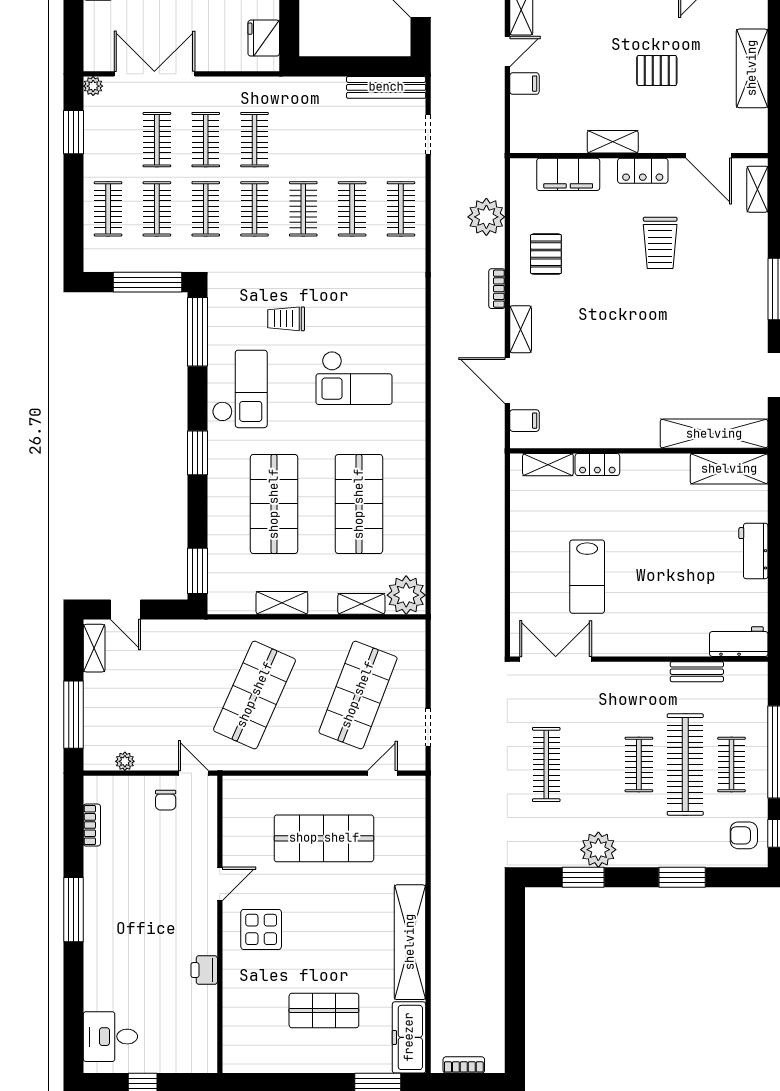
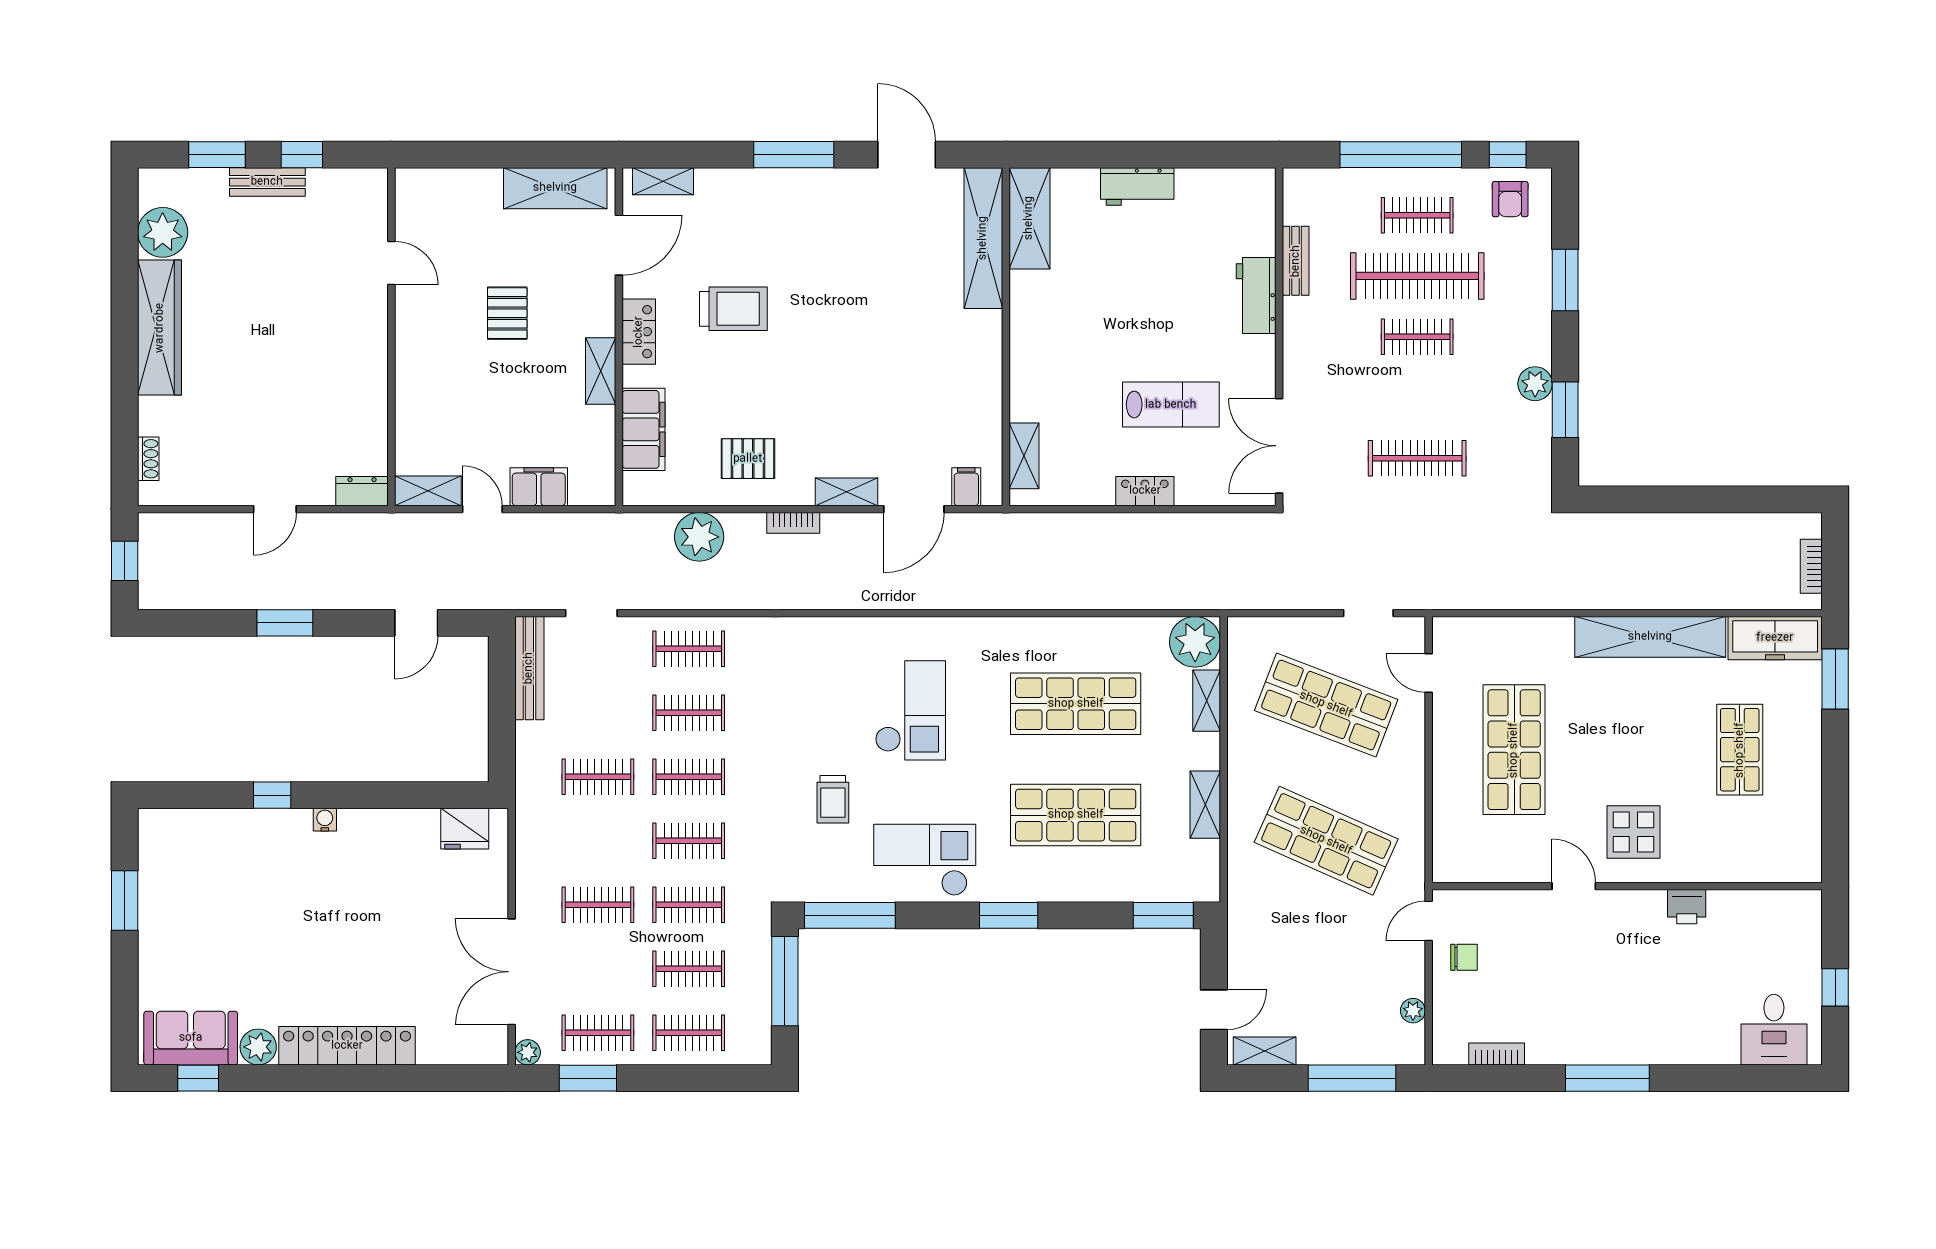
shelving: (752, 68) -> (555, 188), moved
filing cabinet: (524, 84) -> (539, 487), width x2.00
clothes rail: (157, 140) -> (598, 1033), moved
clothes rail: (255, 140) -> (598, 777), moved
locker: (597, 464) -> (1145, 491), moved, turned -90
workbench: (739, 642) -> (1256, 296), moved
plant: (598, 850) -> (1535, 384), width x0.73, depth x0.73

